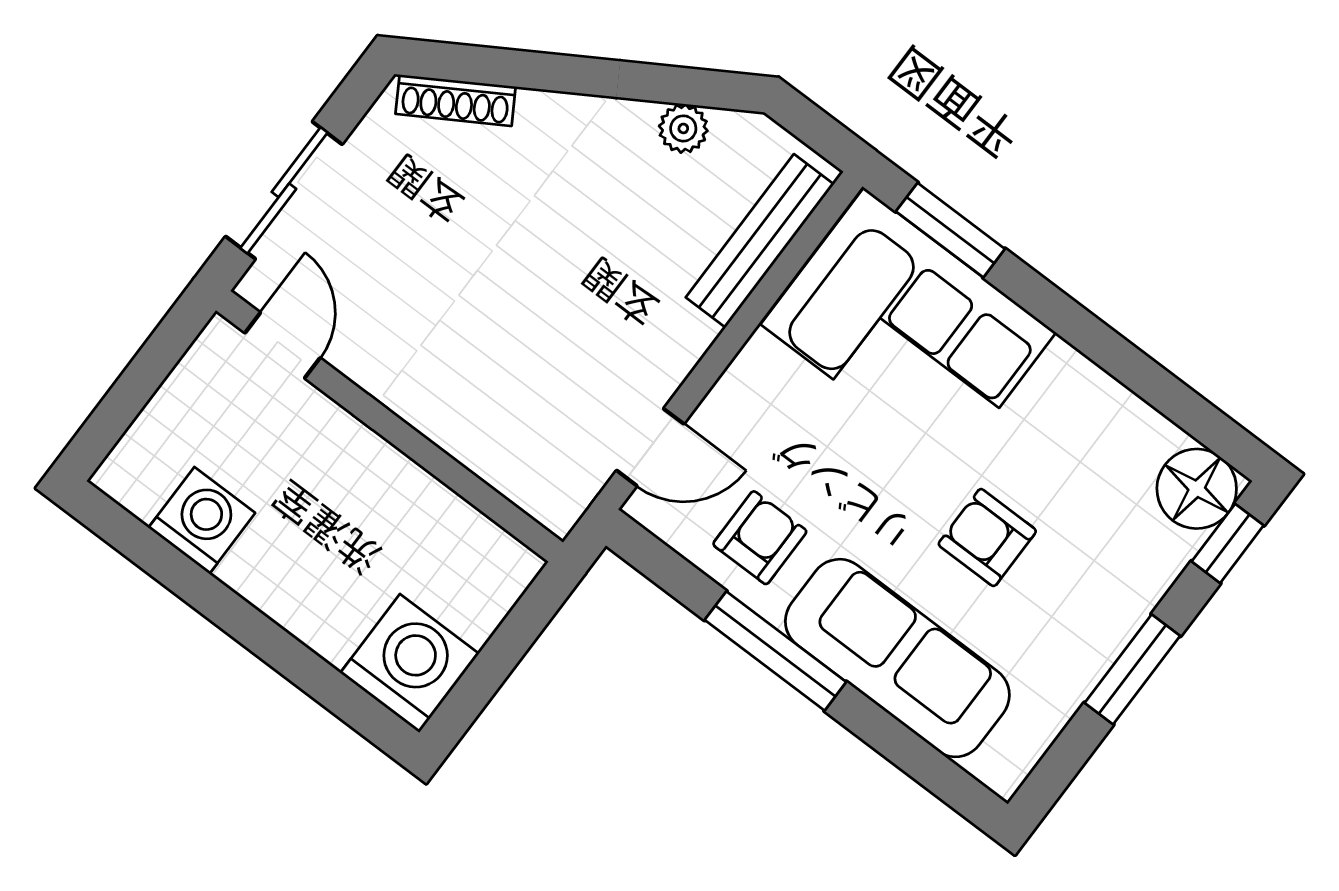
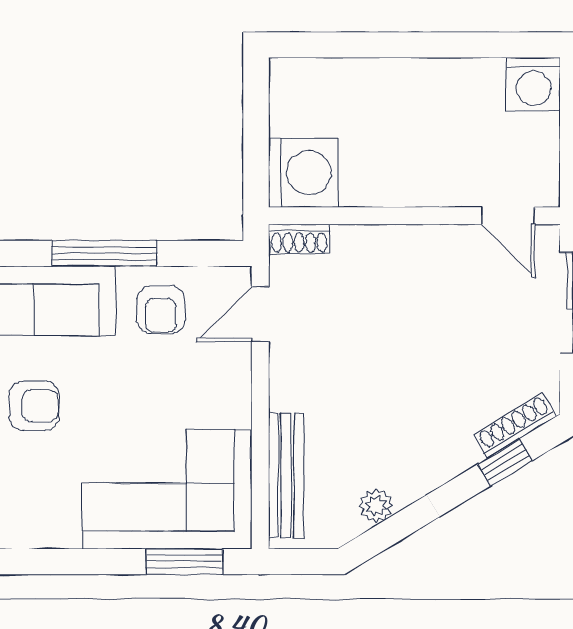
window: (499, 67) -> (505, 462), added
shoe rack: (541, 499) -> (299, 239), added
washing machine: (202, 520) -> (533, 84), moved
washing machine: (410, 663) -> (303, 173), moved, turned -90

